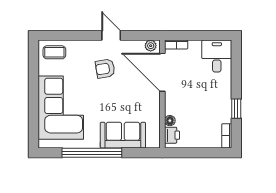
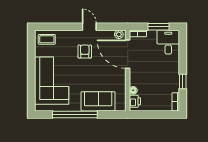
window: (204, 35) -> (158, 27), added
armchair: (105, 69) -> (85, 51), turned 99

